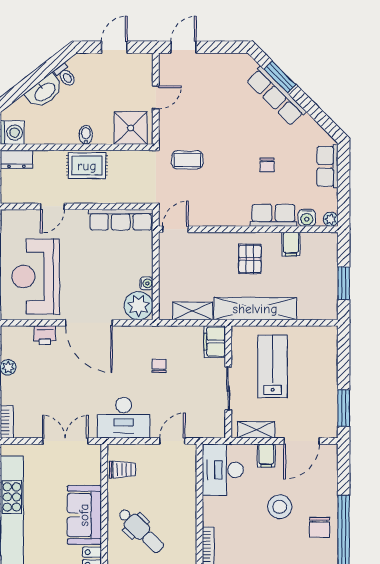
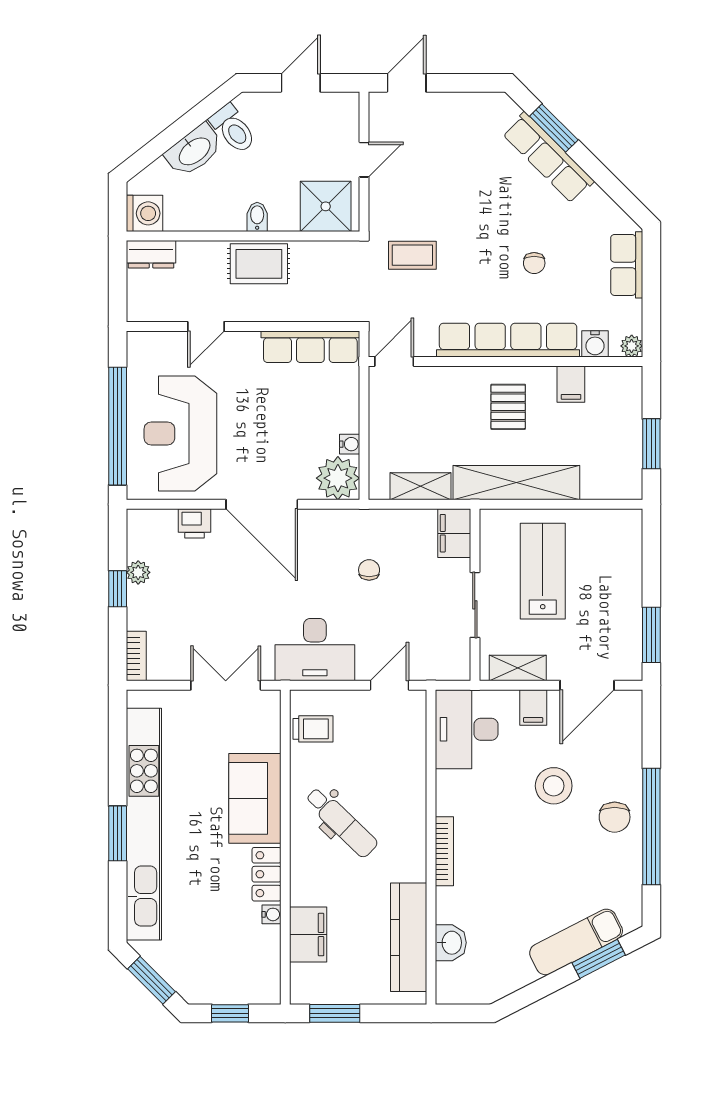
toilet: (65, 75) -> (233, 129), width x1.37, depth x1.39
row of seats: (273, 215) -> (508, 340), width x2.02

